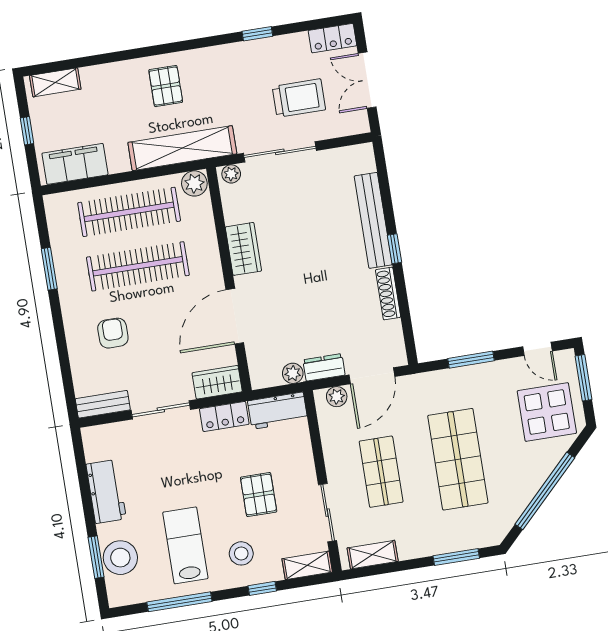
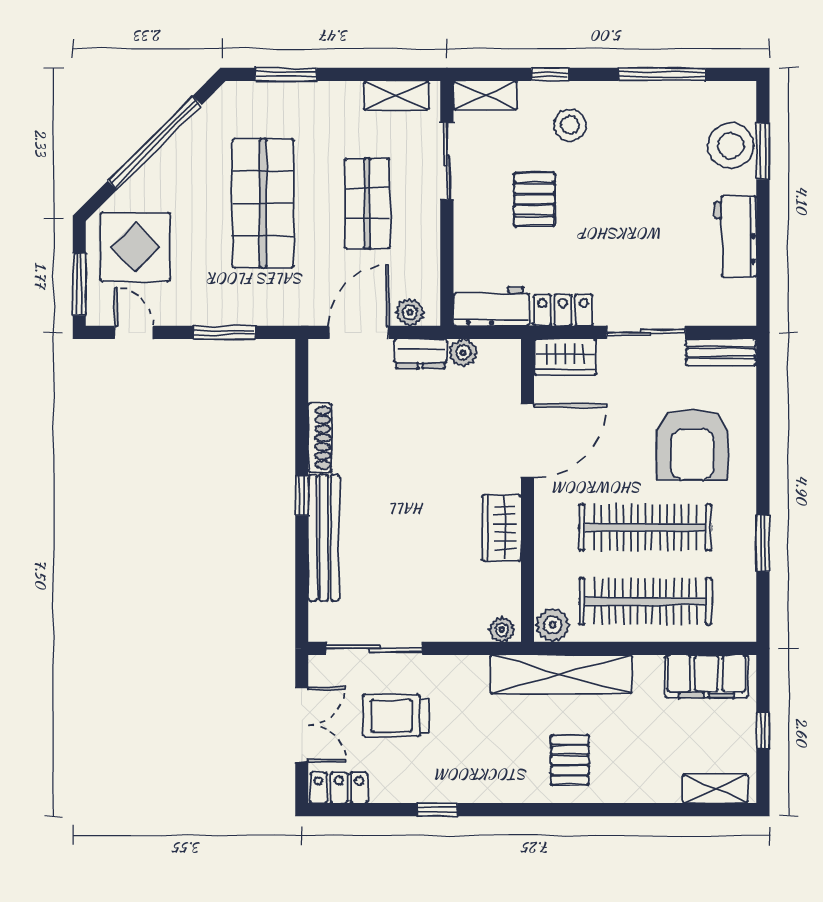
sliding door: (280, 152) -> (374, 648), moved
armchair: (113, 333) -> (693, 444), width x1.88, depth x1.88
lab bench: (185, 545) -> (642, 148), removed

